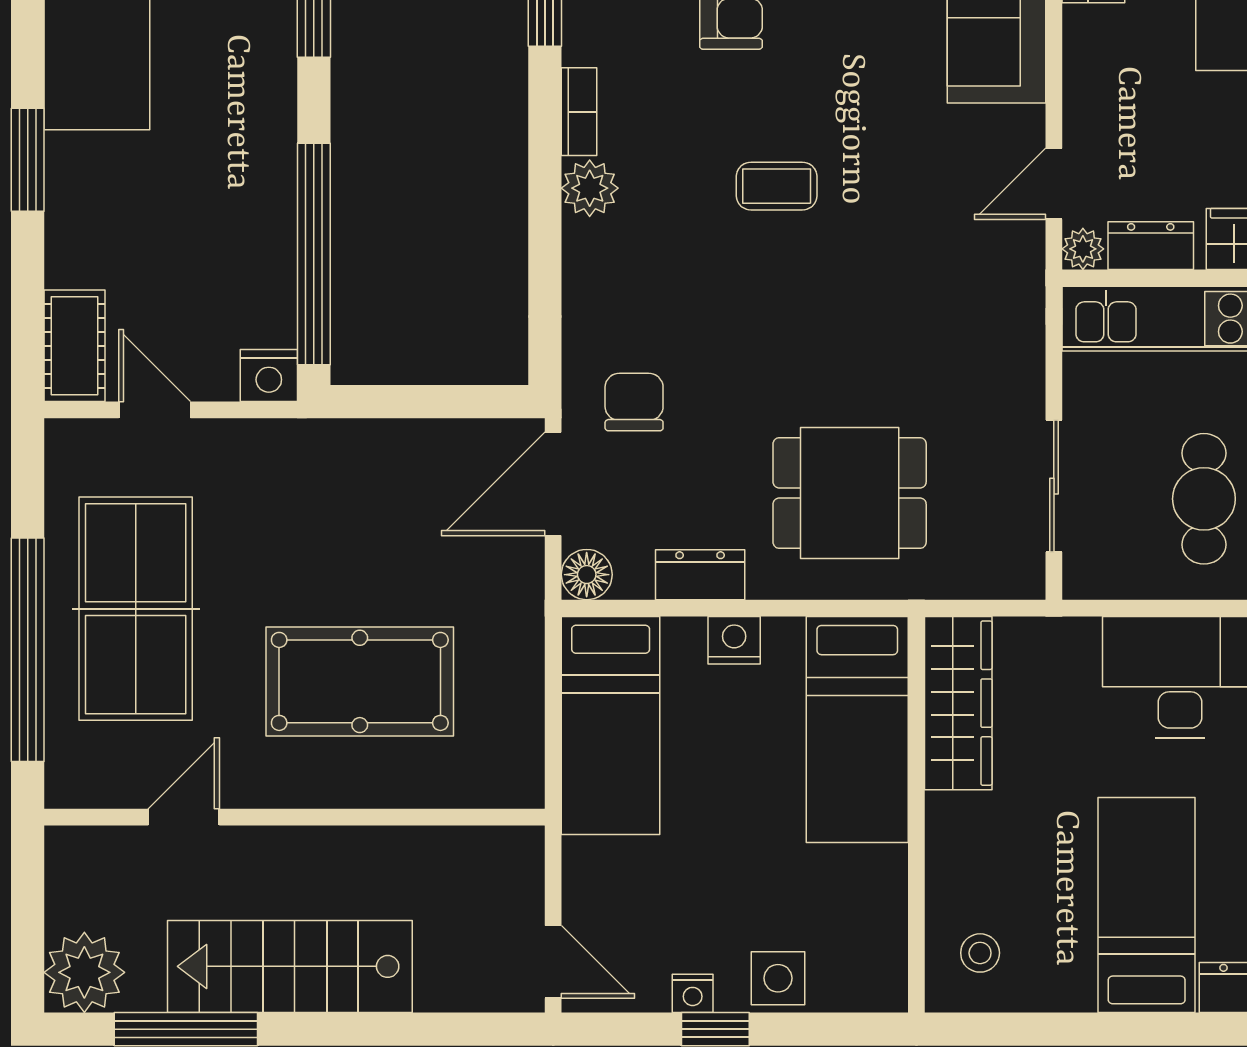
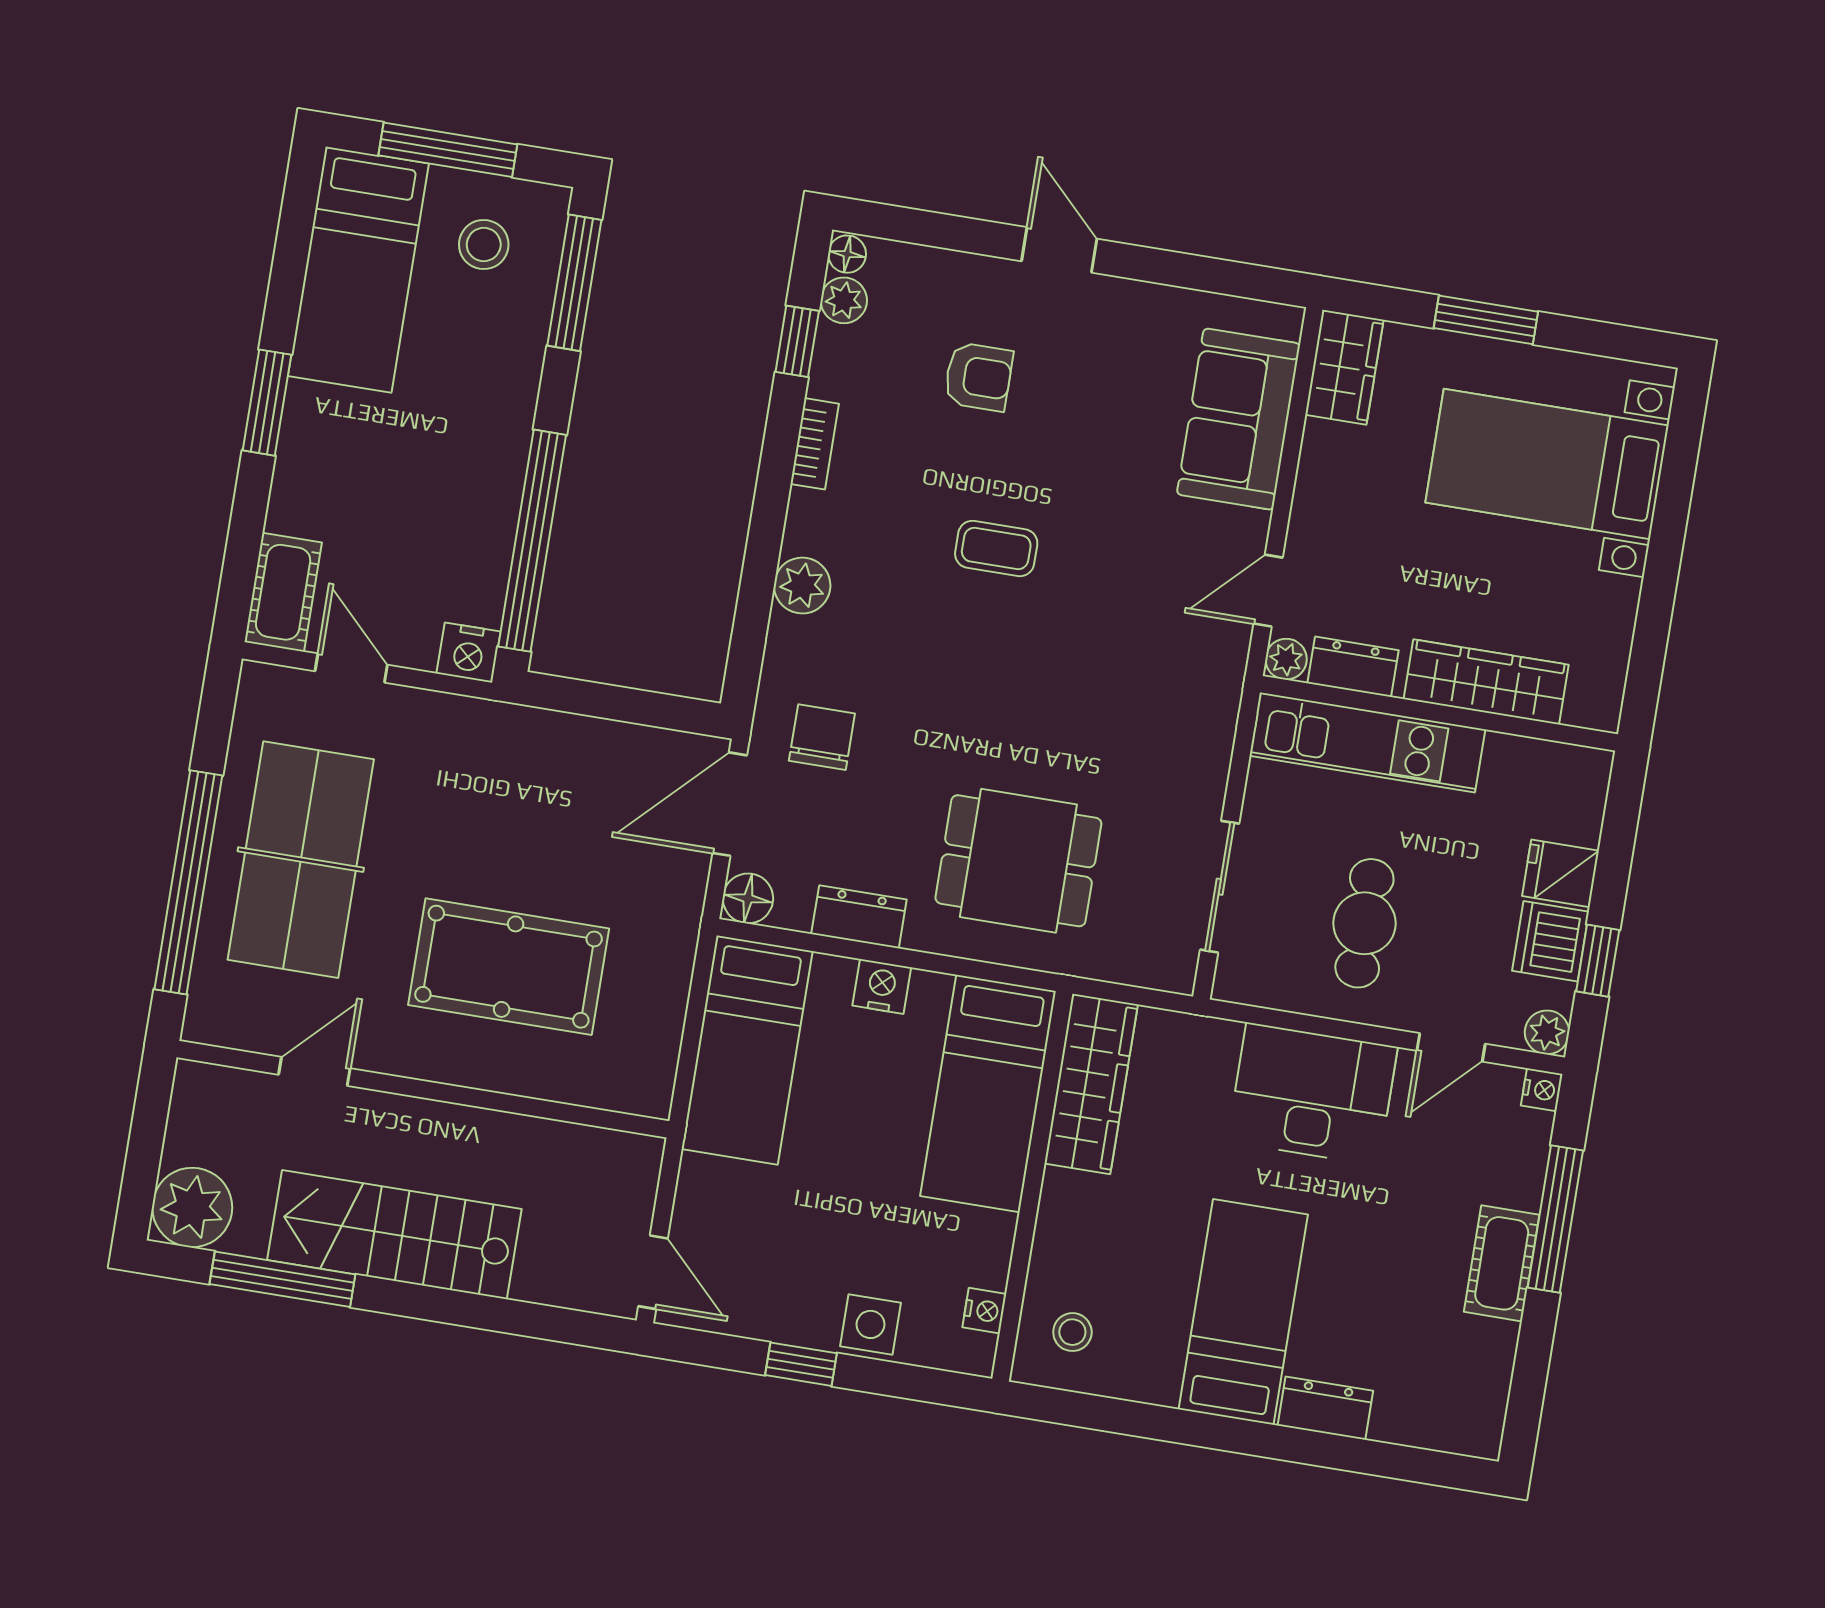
plant: (590, 188) -> (802, 586), moved
nightstand: (693, 993) -> (984, 1311), moved, turned -90

